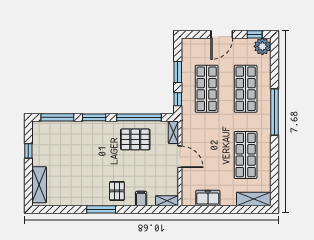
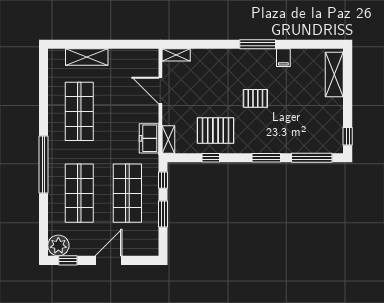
window: (139, 117) -> (211, 158), width x0.32
window: (28, 151) -> (348, 136), moved
door: (180, 157) -> (160, 91), moved
pallet: (117, 191) -> (255, 98), moved, turned 90
filing cabinet: (141, 198) -> (283, 58), moved
freezer: (208, 198) -> (149, 138), moved, turned 90
shelving: (254, 199) -> (87, 57), moved

